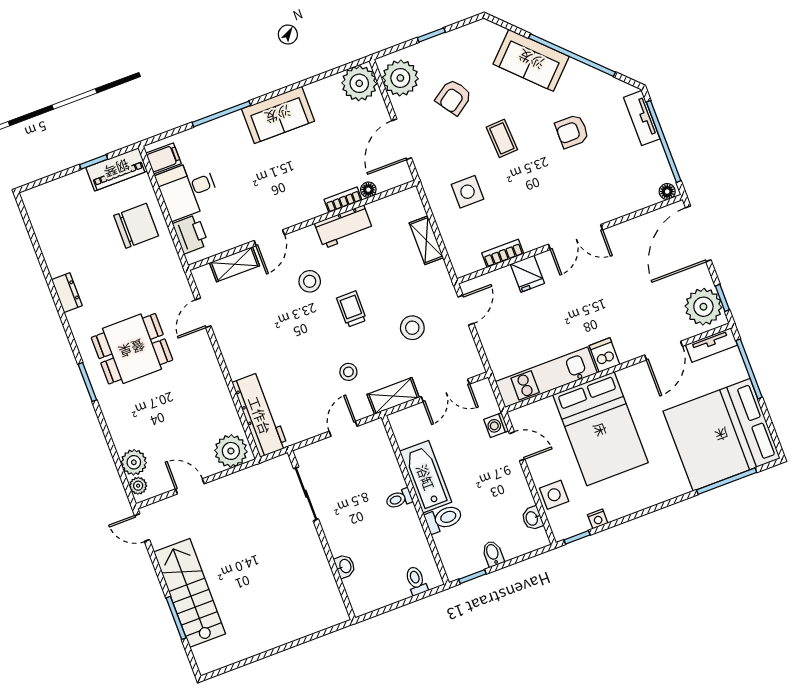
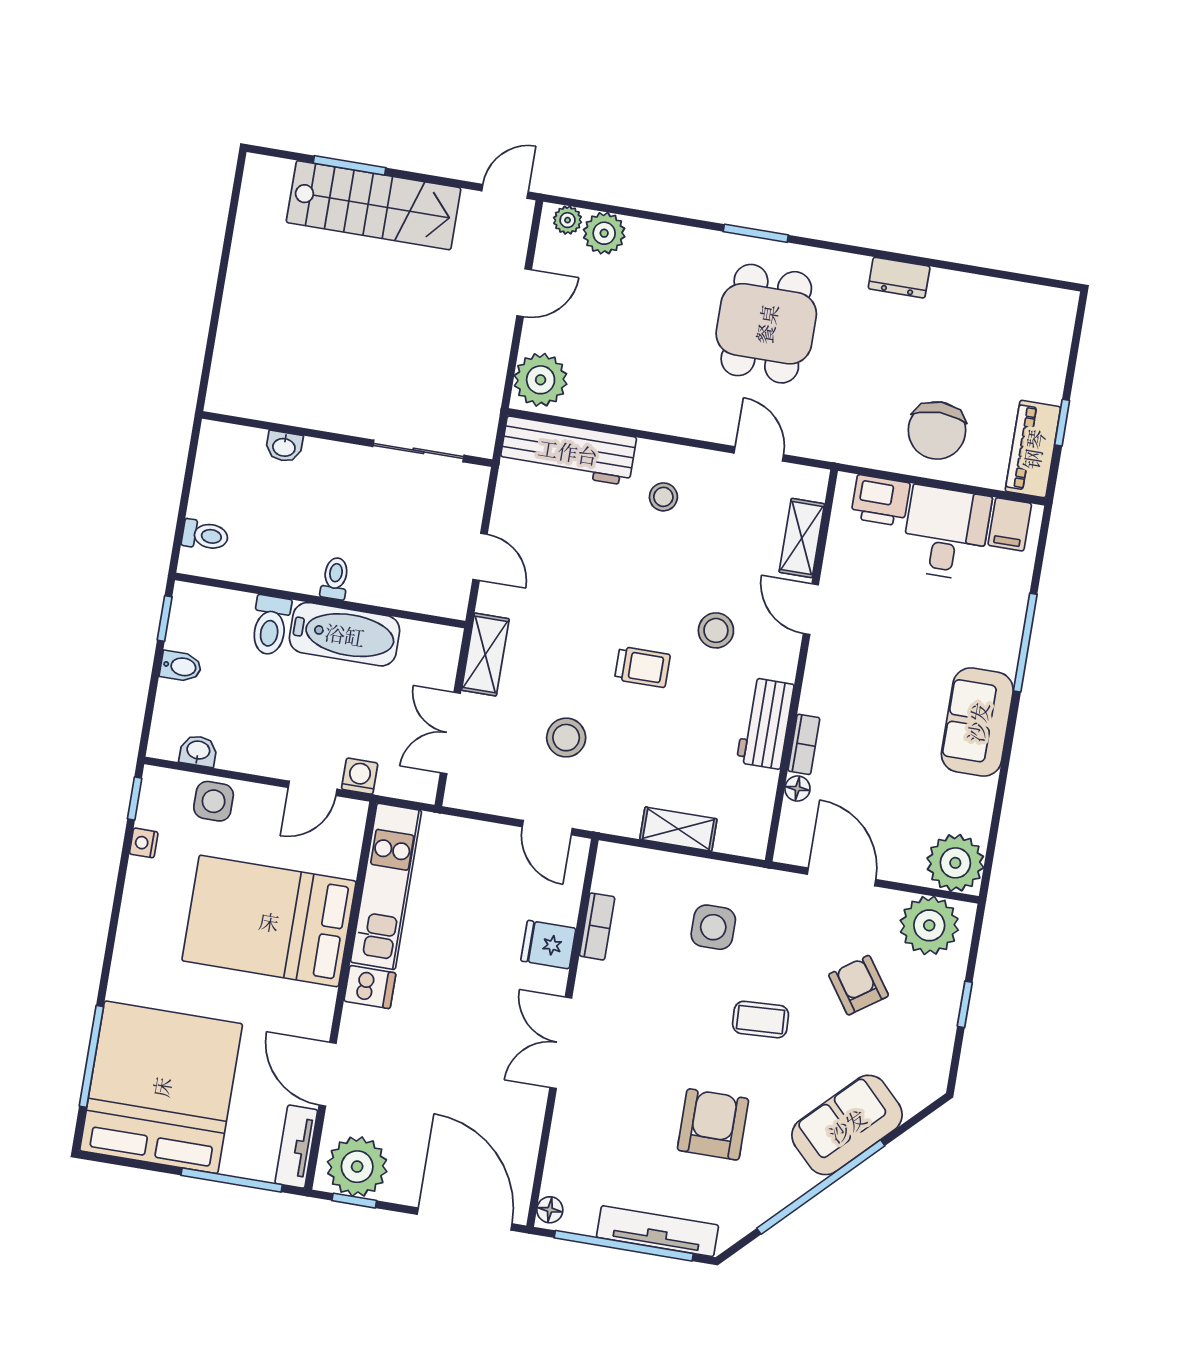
tv unit: (642, 118) -> (657, 1231), width x1.41
armchair: (572, 131) -> (713, 1124), width x1.38, depth x1.38
stool: (348, 372) -> (663, 497), moved

